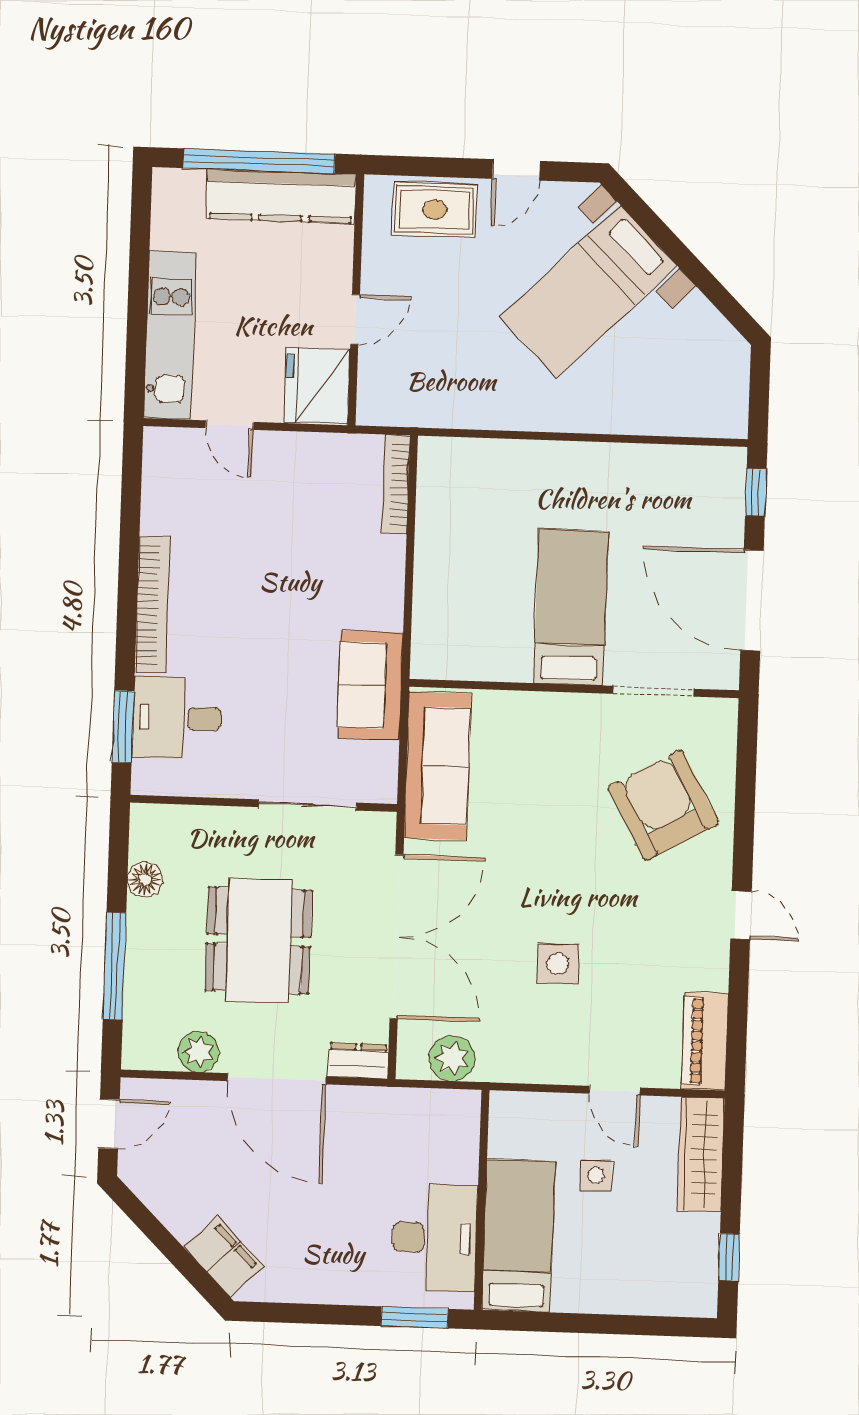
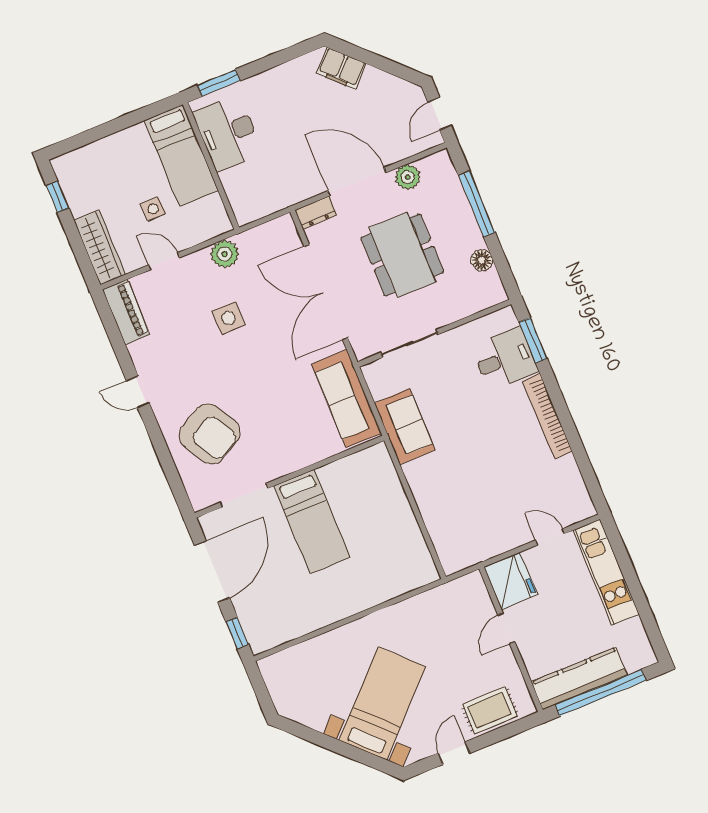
bookcase: (396, 484) -> (442, 546), removed
door: (752, 600) -> (212, 572), hinge flipped
plant: (452, 1058) -> (225, 254), moved

